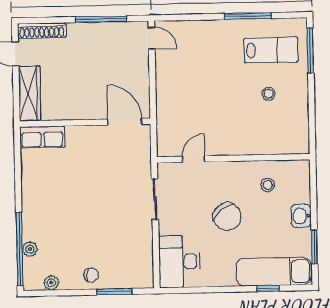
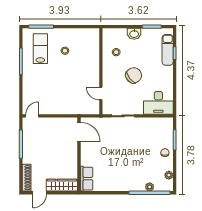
door: (125, 122) -> (79, 132), swing flipped
exam couch: (274, 272) -> (168, 50), width x0.73, depth x0.69

